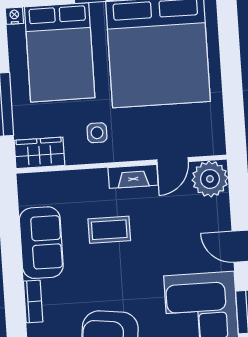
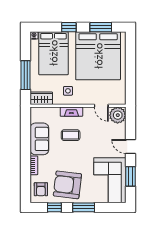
door: (173, 161) -> (101, 106), hinge flipped
fireplace: (133, 176) -> (71, 112), moved

